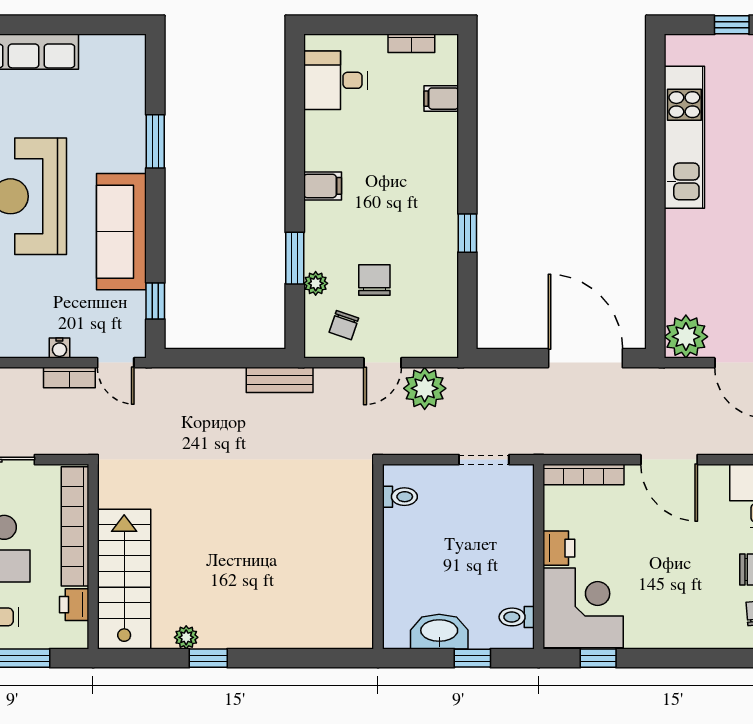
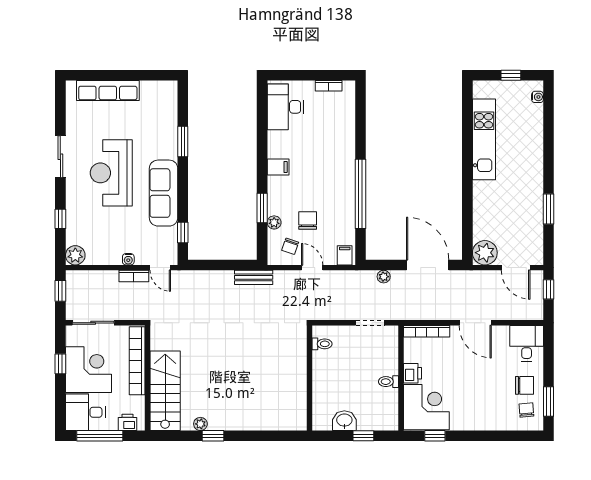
desk: (335, 80) -> (285, 107), width x1.37
filing cabinet: (441, 99) -> (345, 255), moved, turned 90
window: (467, 233) -> (360, 194), width x3.17
door: (382, 363) -> (312, 268), swing flipped
plant: (425, 388) -> (384, 277), moved, width x0.53, depth x0.53
printer: (74, 605) -> (128, 422), moved, turned 90
toilet: (517, 617) -> (388, 382), moved
washbasin: (439, 632) -> (344, 421), width x0.72

